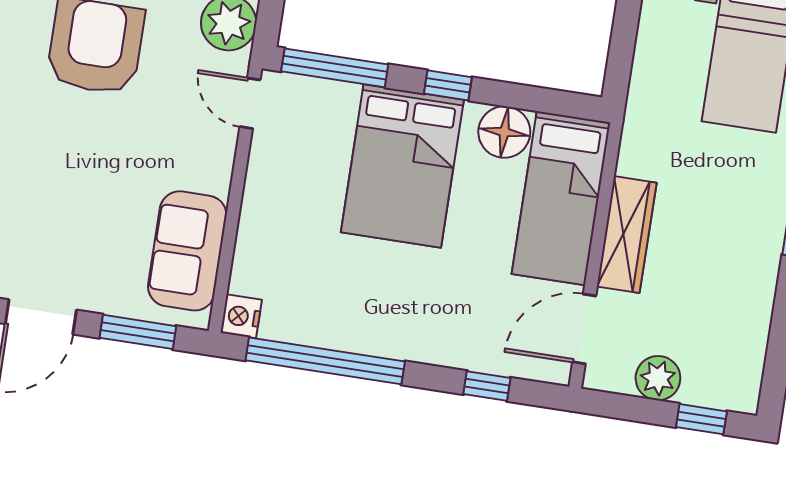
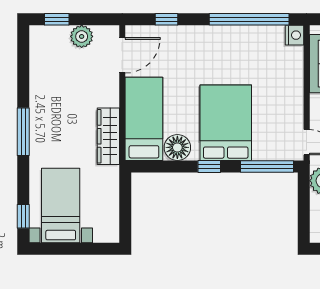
wardrobe: (627, 235) -> (108, 136), moved

